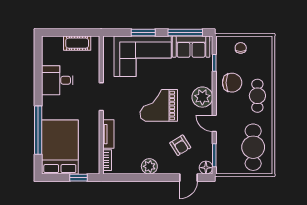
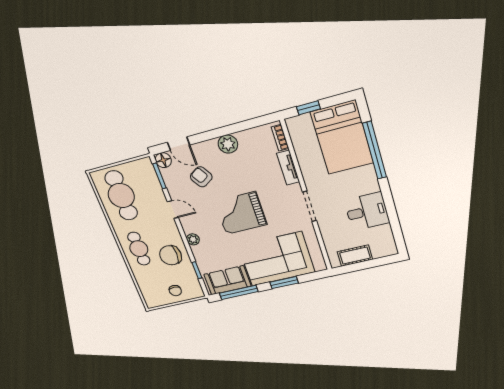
plant: (202, 97) -> (193, 239), width x0.53, depth x0.53
grand piano: (159, 105) -> (241, 213), turned 180
door: (189, 178) -> (179, 144), swing flipped

